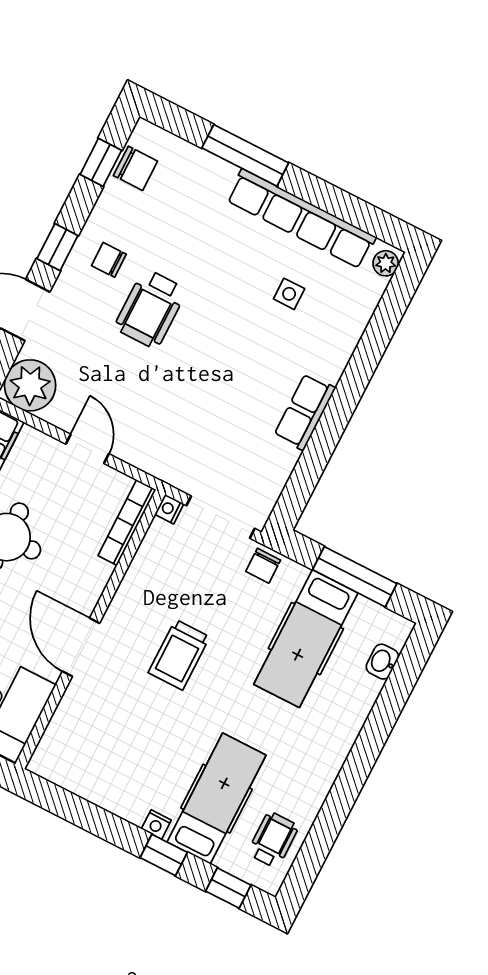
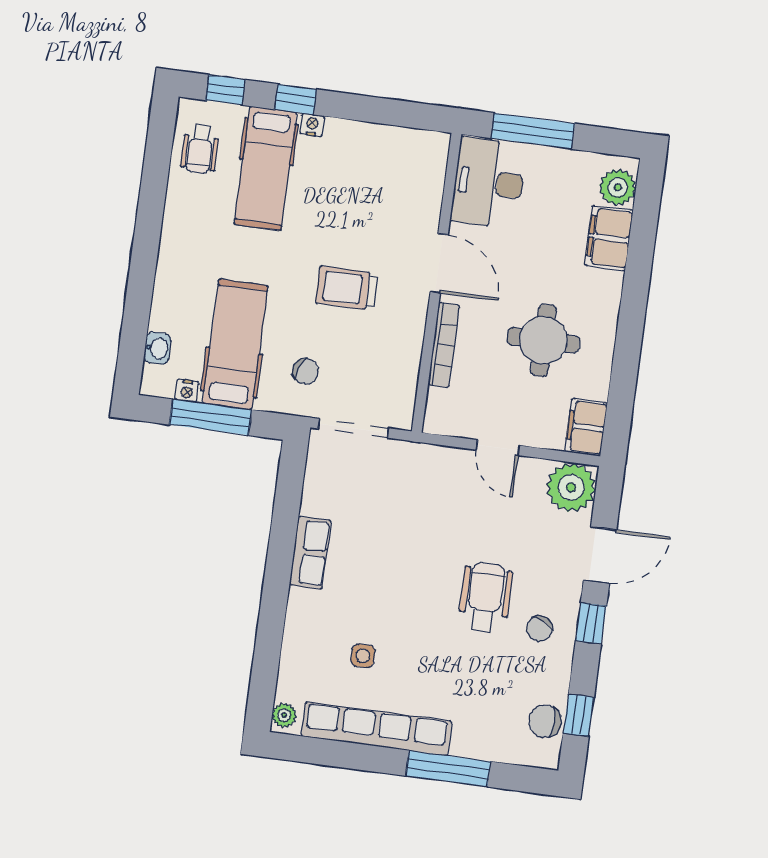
chair: (109, 260) -> (540, 628), turned 116
nightstand: (169, 509) -> (187, 391), moved, turned 90
bookcase: (127, 523) -> (444, 345), moved
chair: (263, 566) -> (306, 371), moved, turned 111
trolley: (179, 655) -> (347, 288), turned -90

